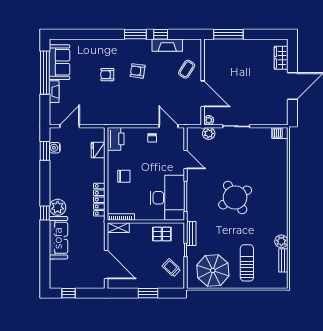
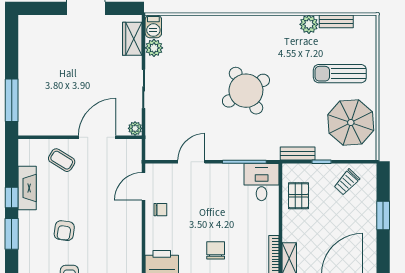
wardrobe: (281, 58) -> (132, 39), moved, turned 90
plant: (209, 133) -> (154, 48), moved
desk: (167, 198) -> (262, 182), width x0.53, depth x0.77

